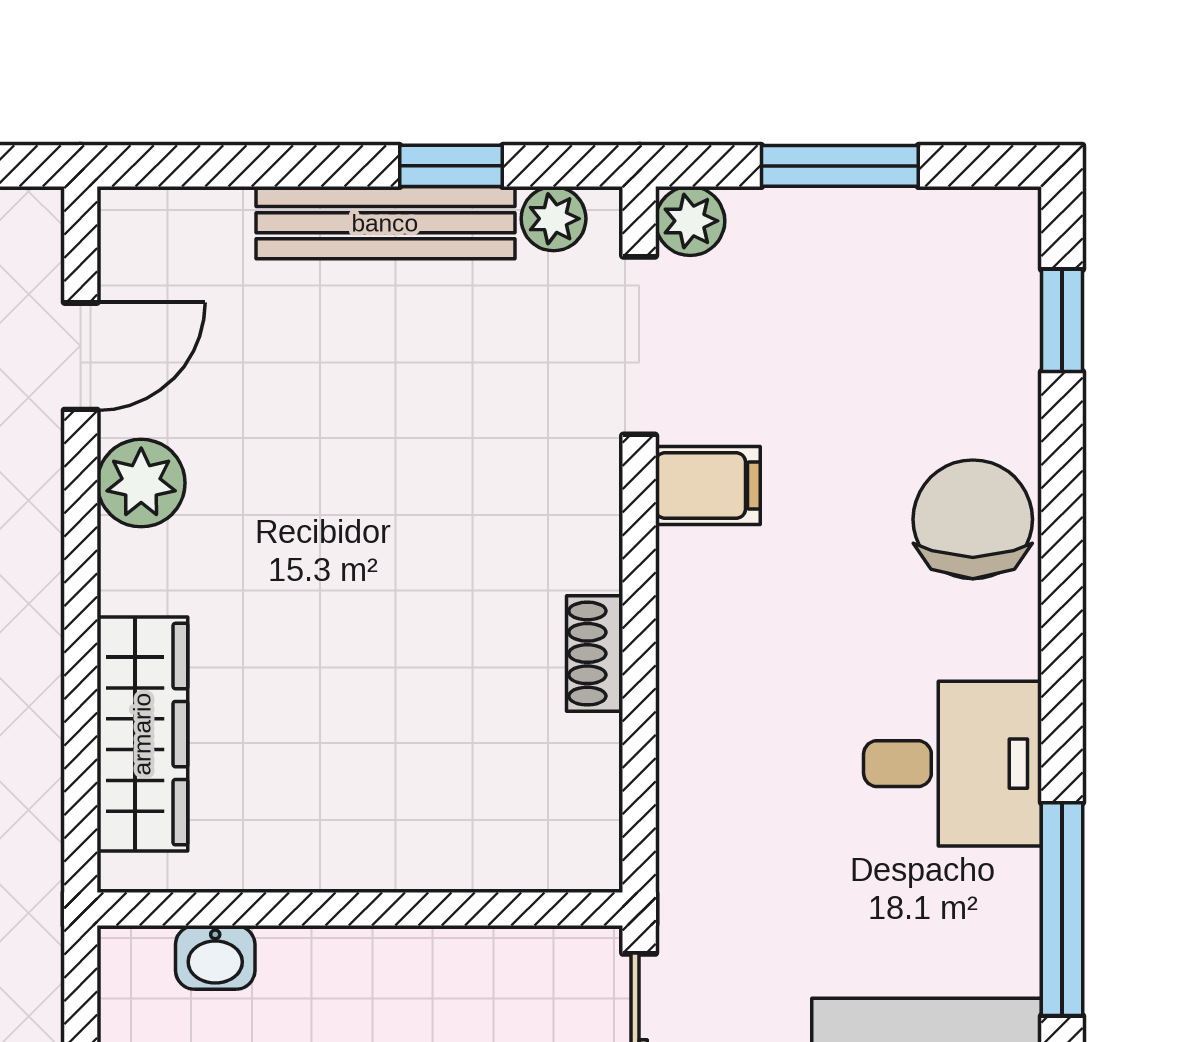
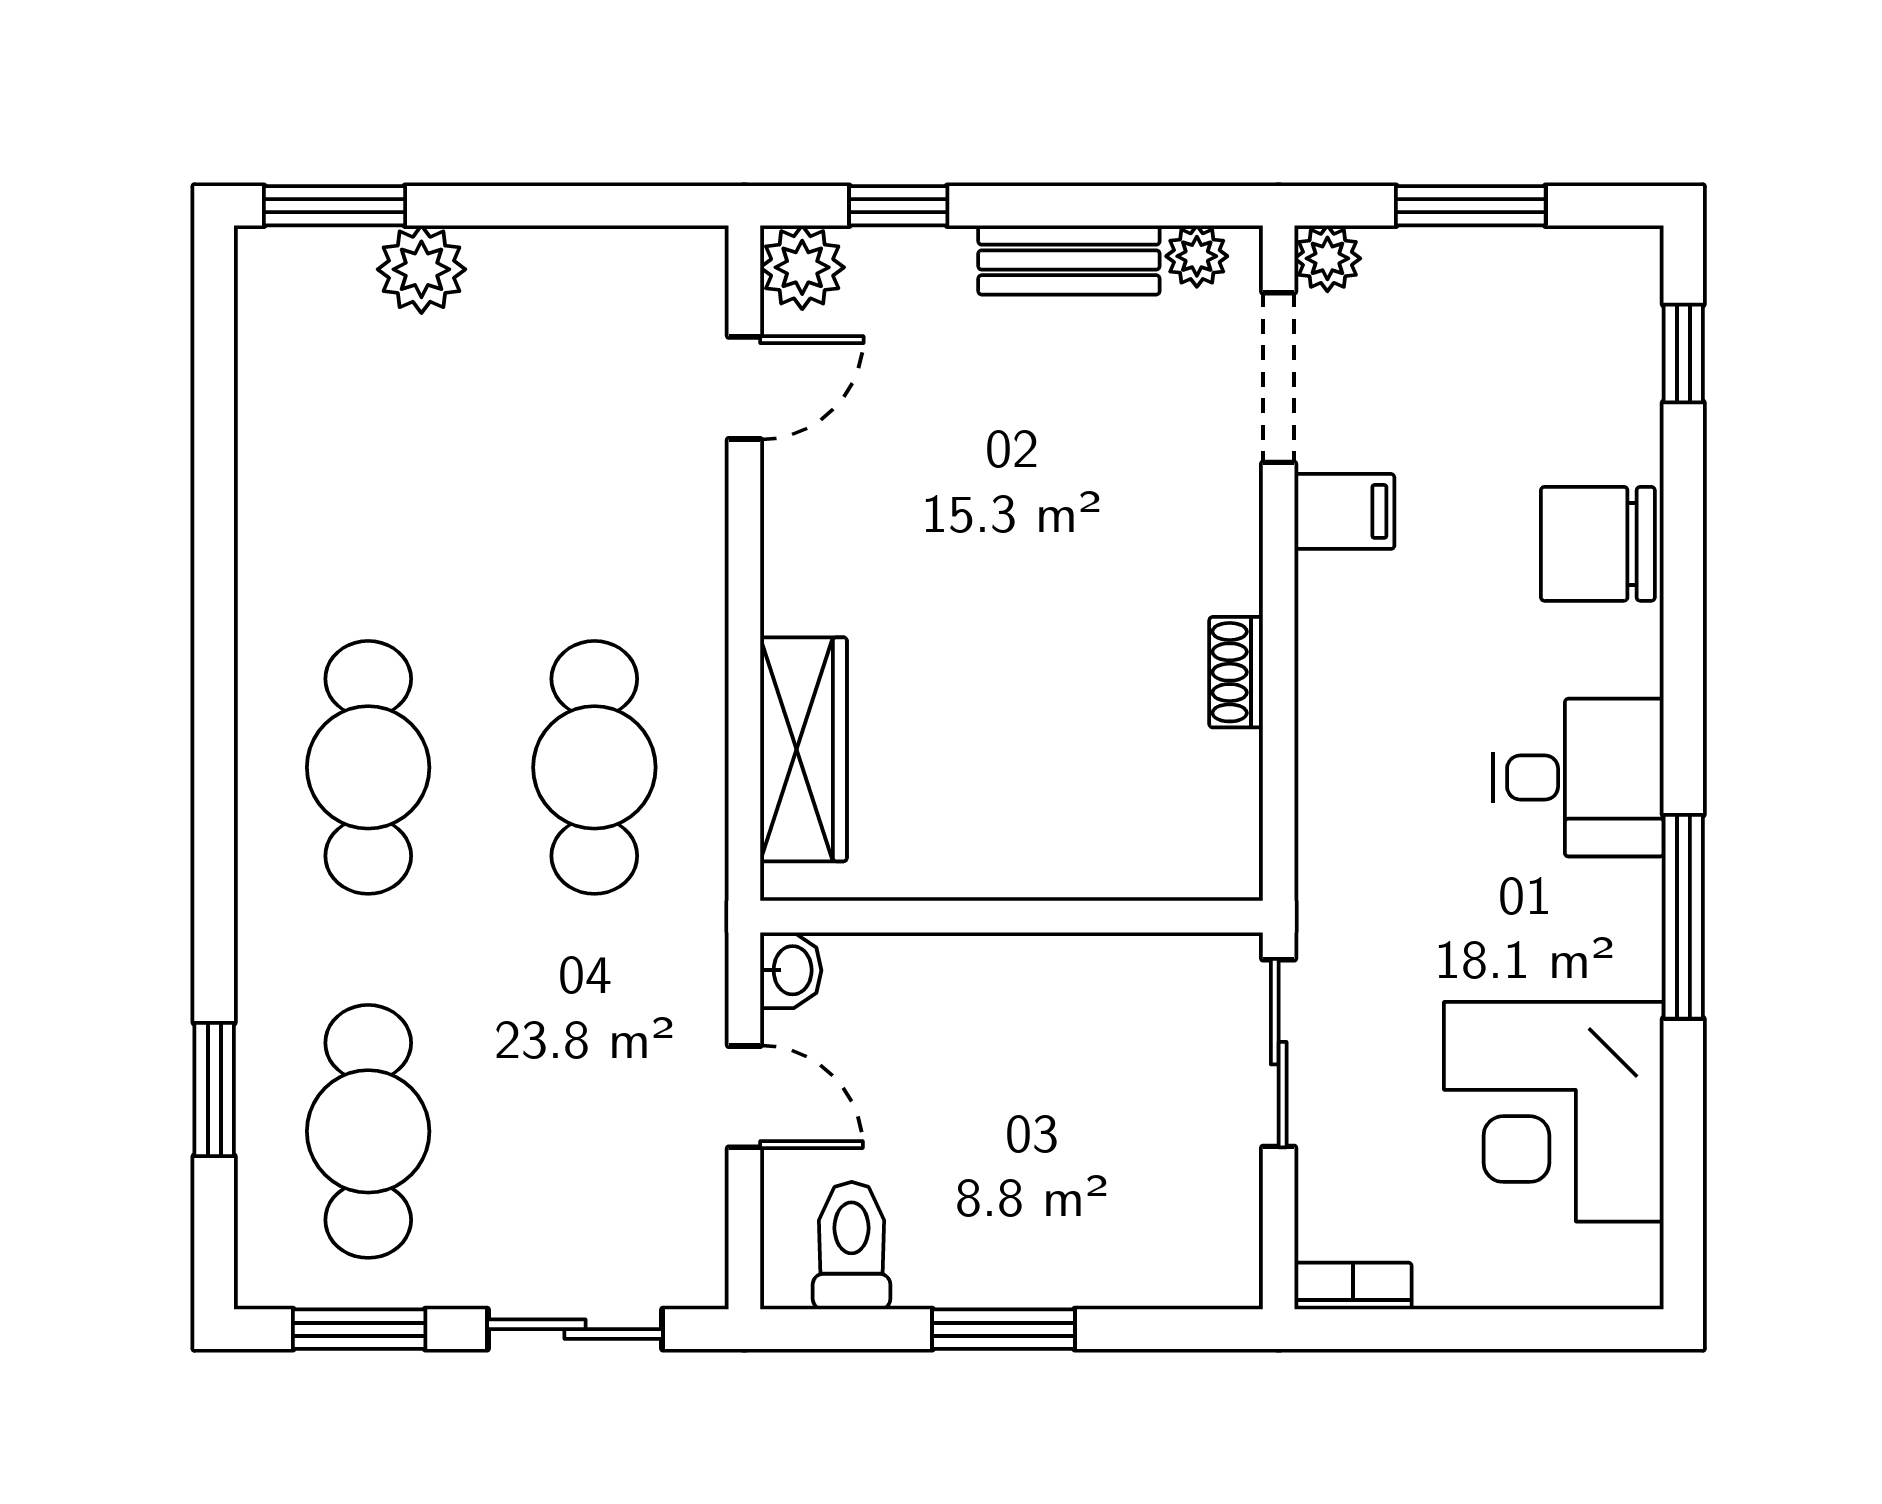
window: (451, 166) -> (898, 206), moved
bench: (385, 223) -> (1069, 260), width x0.73
plant: (141, 483) -> (802, 267), moved
chair: (973, 519) -> (1598, 544), turned -90
washbasin: (215, 957) -> (791, 970), moved, turned -90

